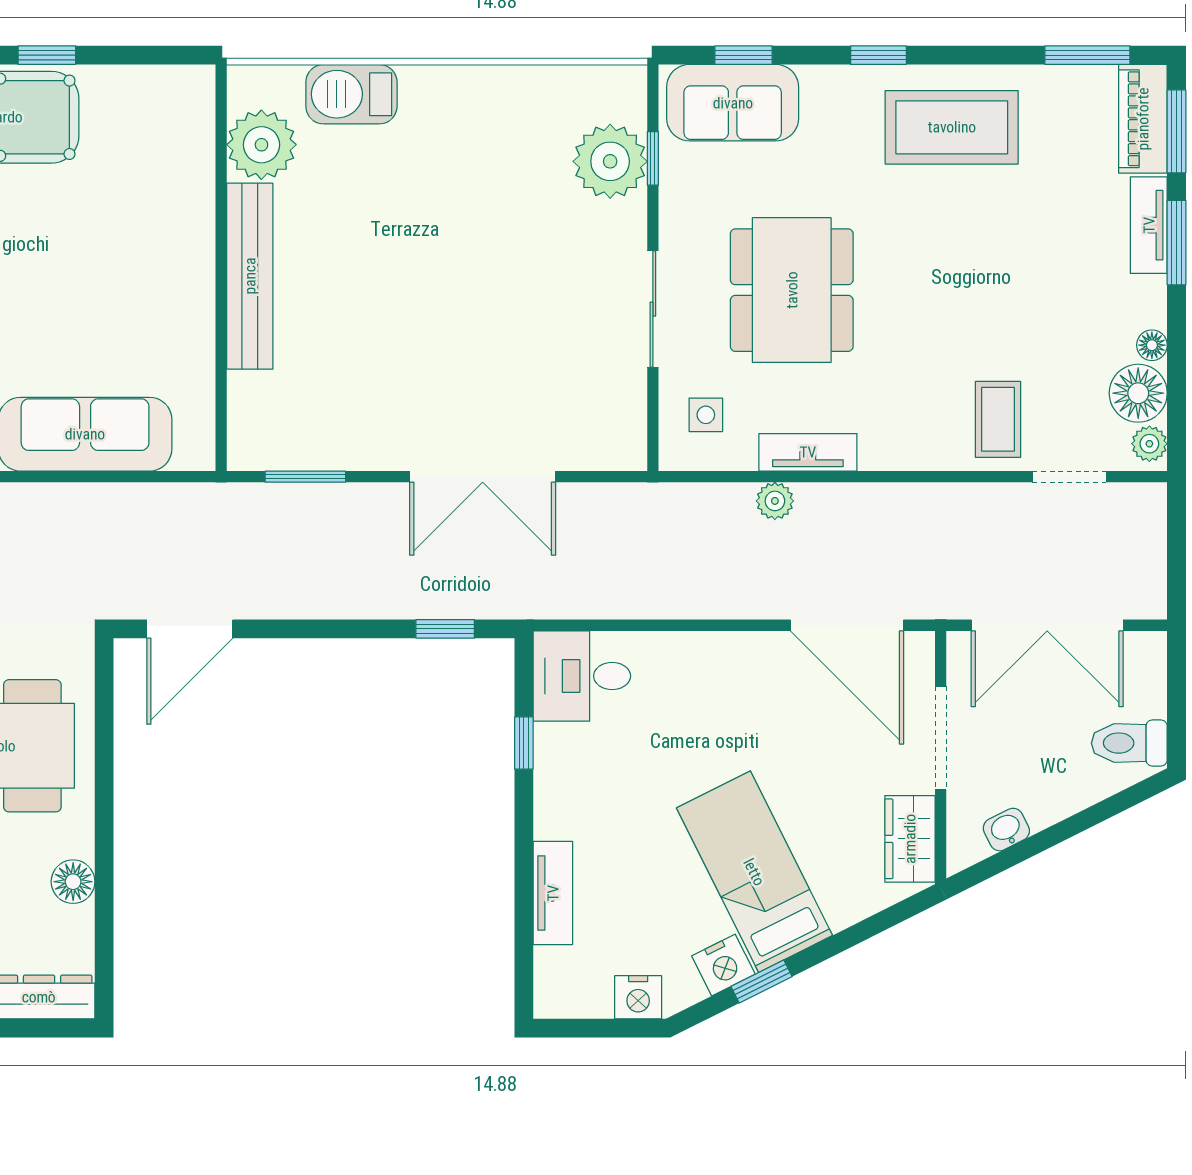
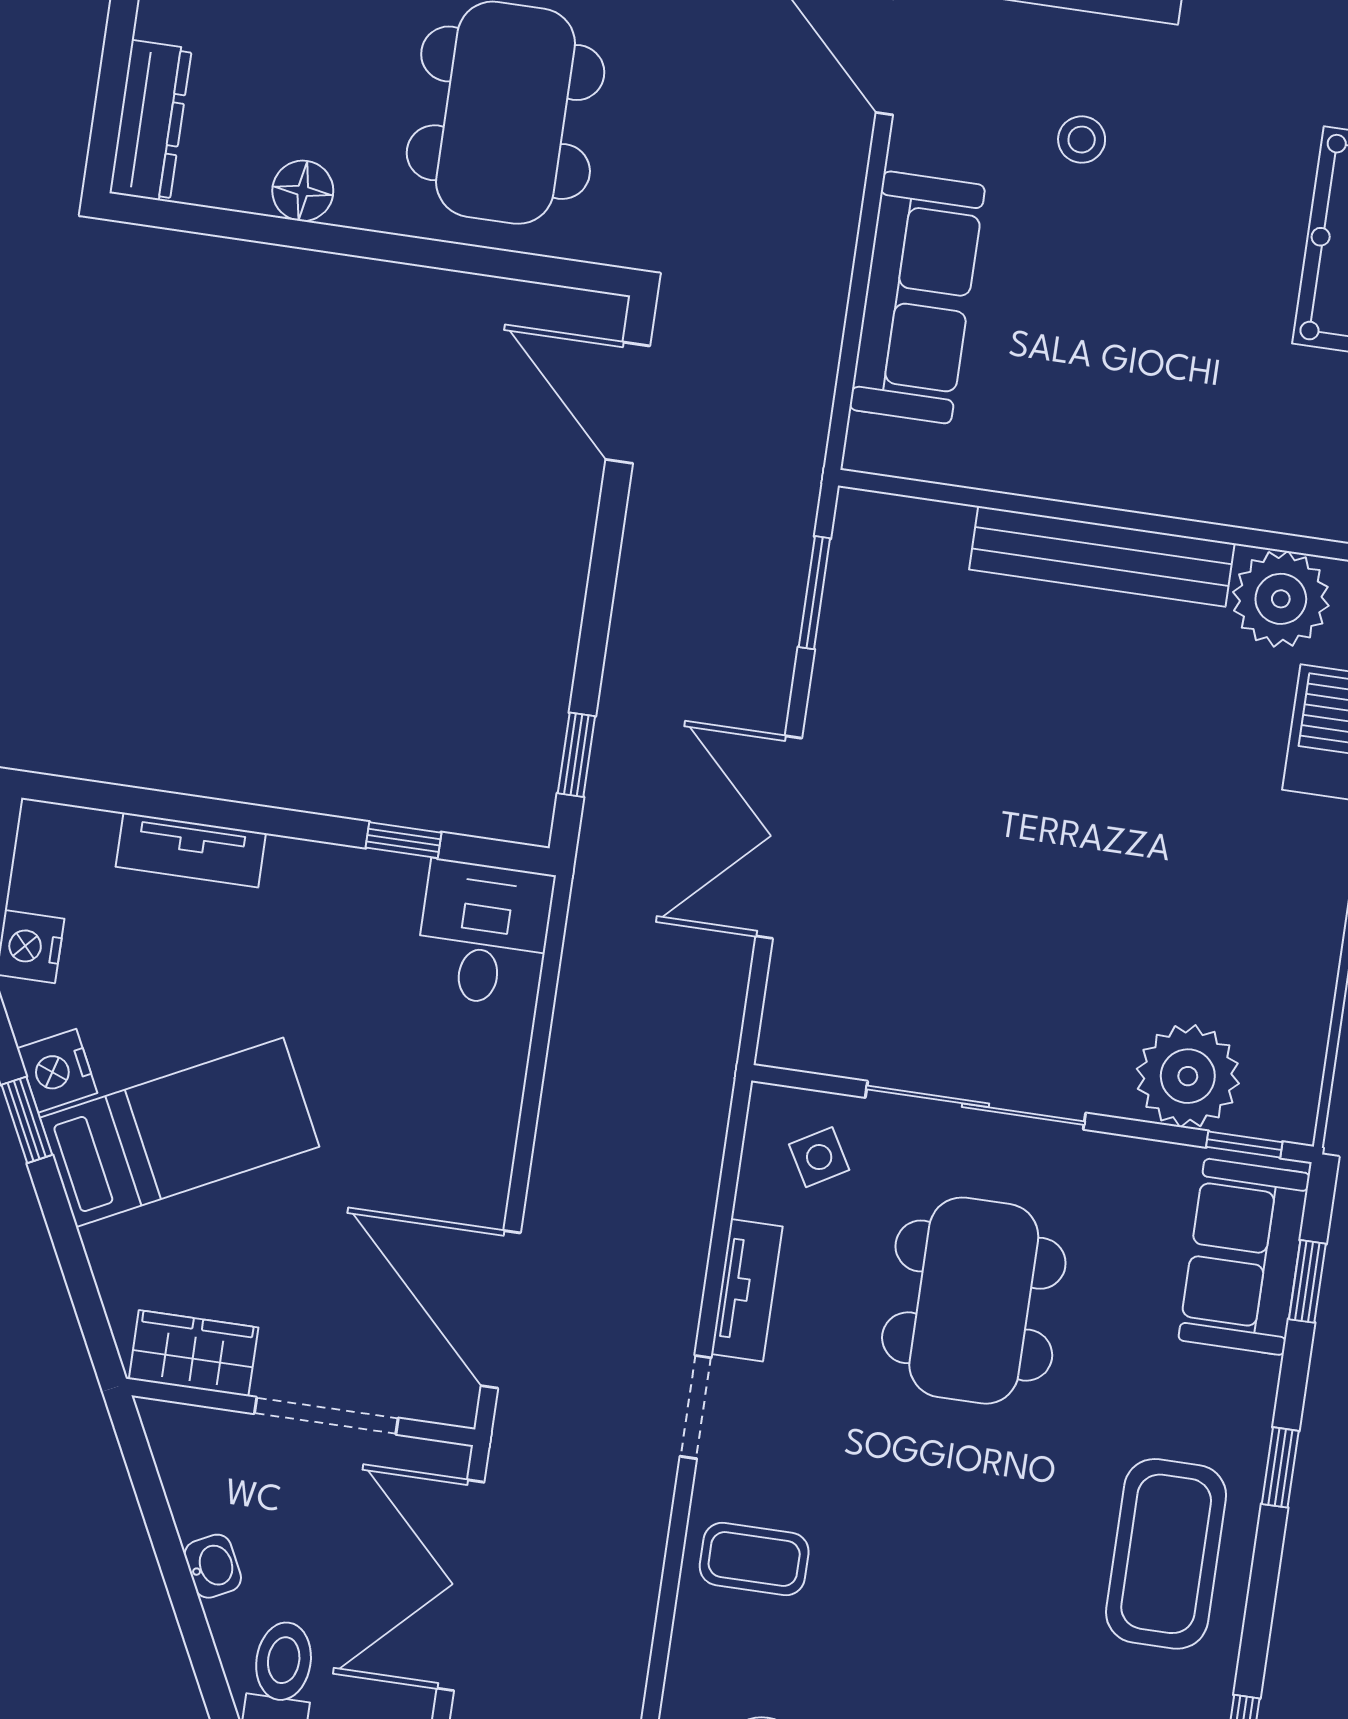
window: (653, 158) -> (1244, 1145), moved
dining table: (792, 290) -> (974, 1301), turned 90
sliding door: (653, 309) -> (976, 1105), width x1.37
side table: (706, 415) -> (819, 1157), turned -30
doorway: (1069, 477) -> (696, 1407), moved
plant: (775, 501) -> (687, 1235), removed
door: (847, 625) -> (501, 1309), hinge flipped
washbasin: (1006, 830) -> (213, 1566), moved

